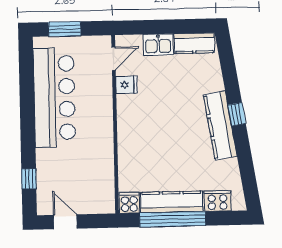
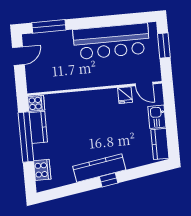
window: (29, 179) -> (49, 26), width x2.17
kitchen counter: (171, 202) -> (38, 127), width x0.67

